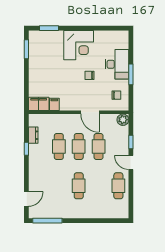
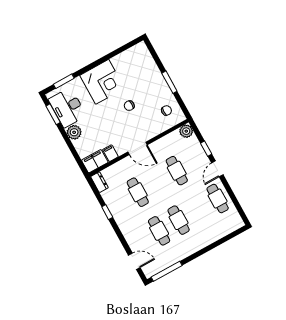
desk: (117, 64) -> (67, 108), moved, turned 180
plant: (35, 72) -> (74, 132), added
door: (90, 112) -> (138, 148), moved
dresser: (33, 135) -> (99, 182), moved
cafe table: (79, 147) -> (159, 231), moved
door: (131, 163) -> (217, 169), hinge flipped
door: (26, 199) -> (134, 261), hinge flipped

